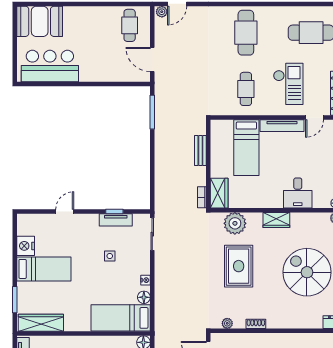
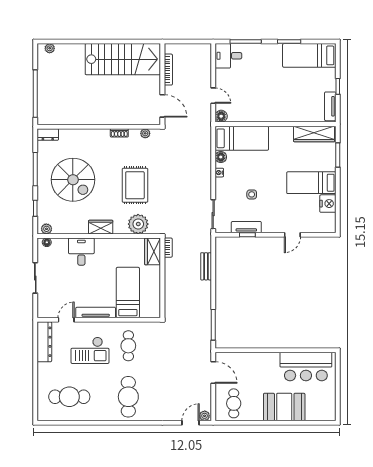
booth: (40, 21) -> (284, 407), moved
checkout: (288, 84) -> (90, 350), turned -90
bench: (200, 150) -> (206, 266), moved

